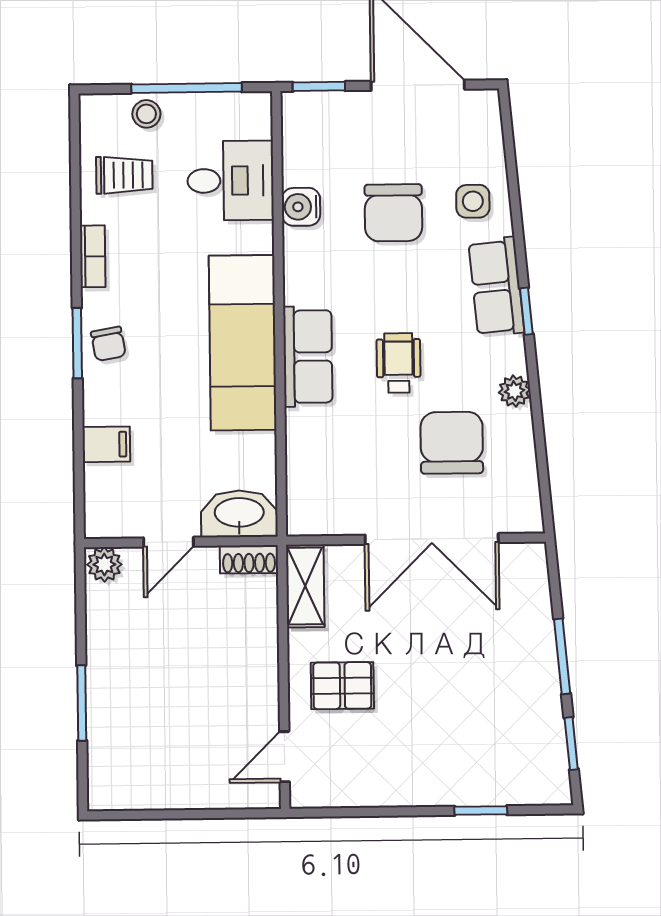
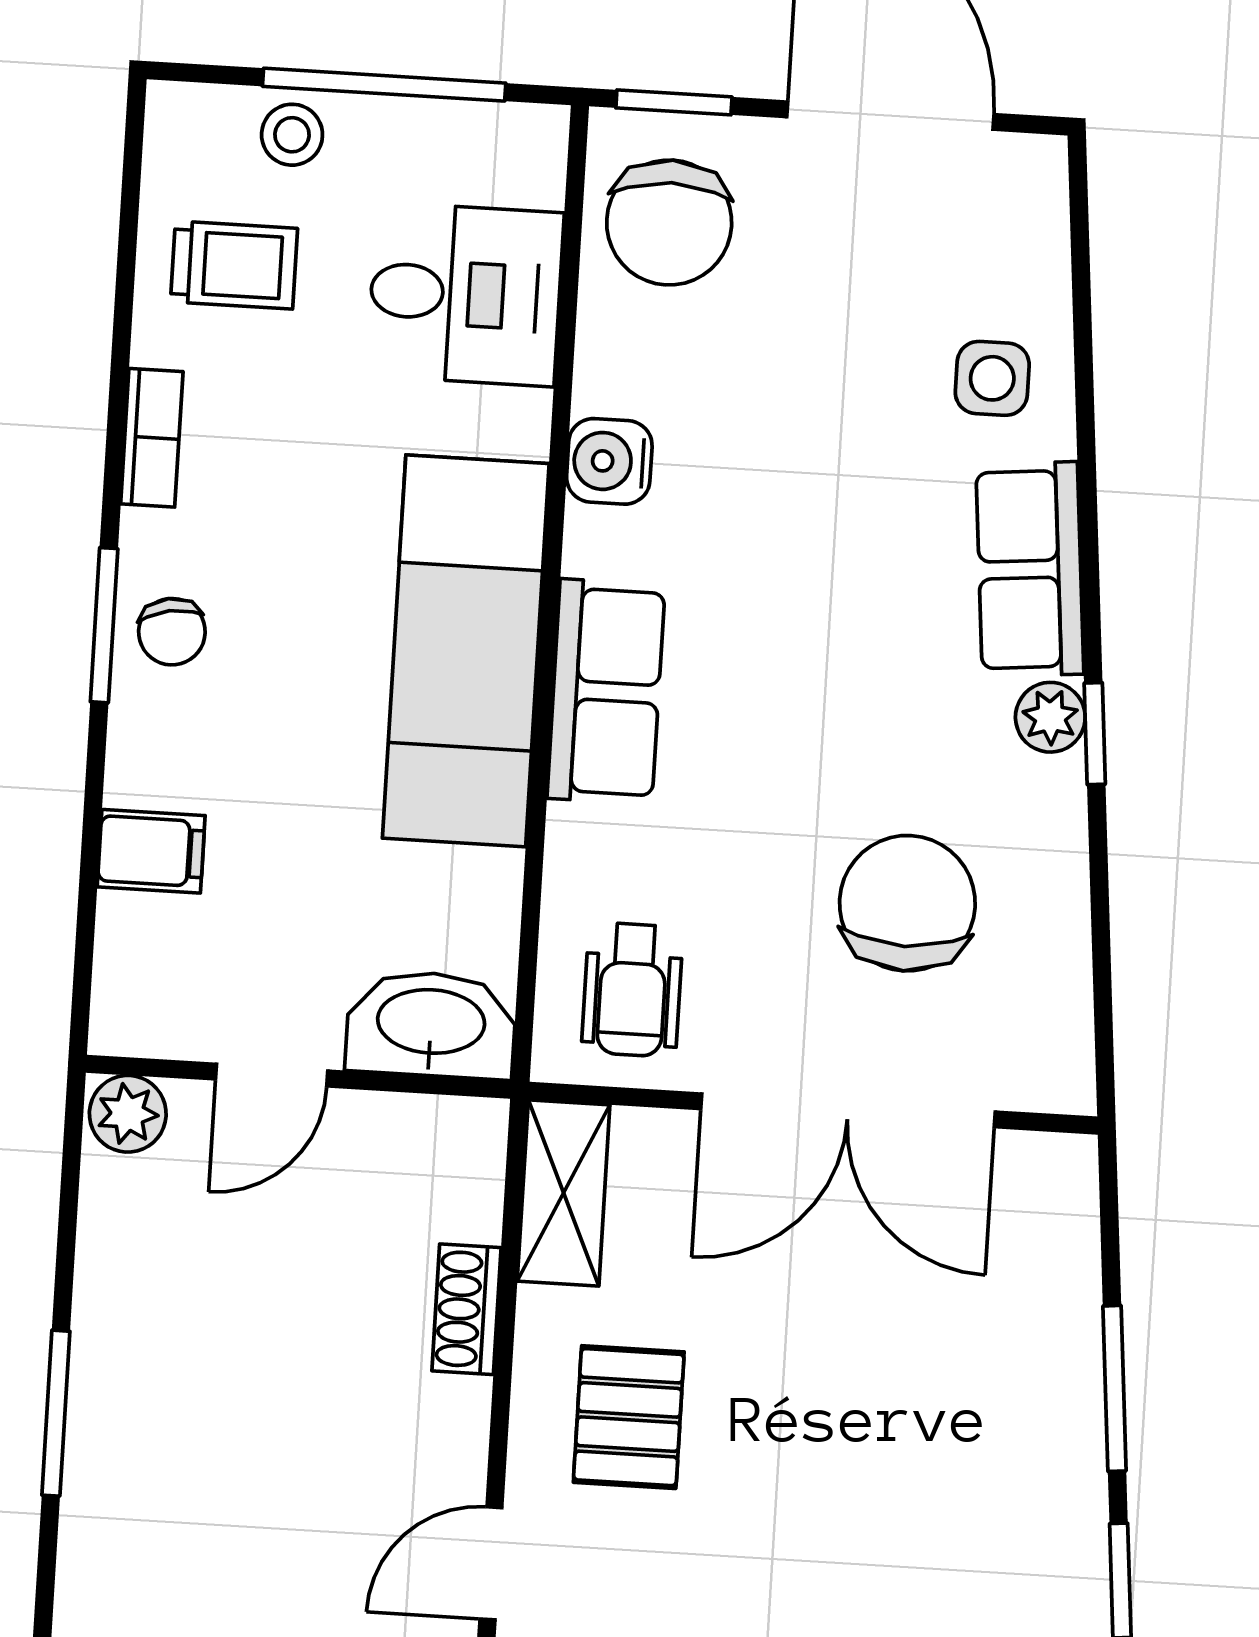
water cooler: (301, 207) -> (609, 461), moved
chair: (393, 213) -> (669, 223), moved
window: (526, 311) -> (1095, 734), moved
wheelchair: (399, 363) -> (632, 990), moved, turned 180
plant: (514, 391) -> (1050, 717), moved
shoe rack: (249, 559) -> (466, 1309), moved, turned 90
pallet: (342, 686) -> (629, 1417), turned 90

